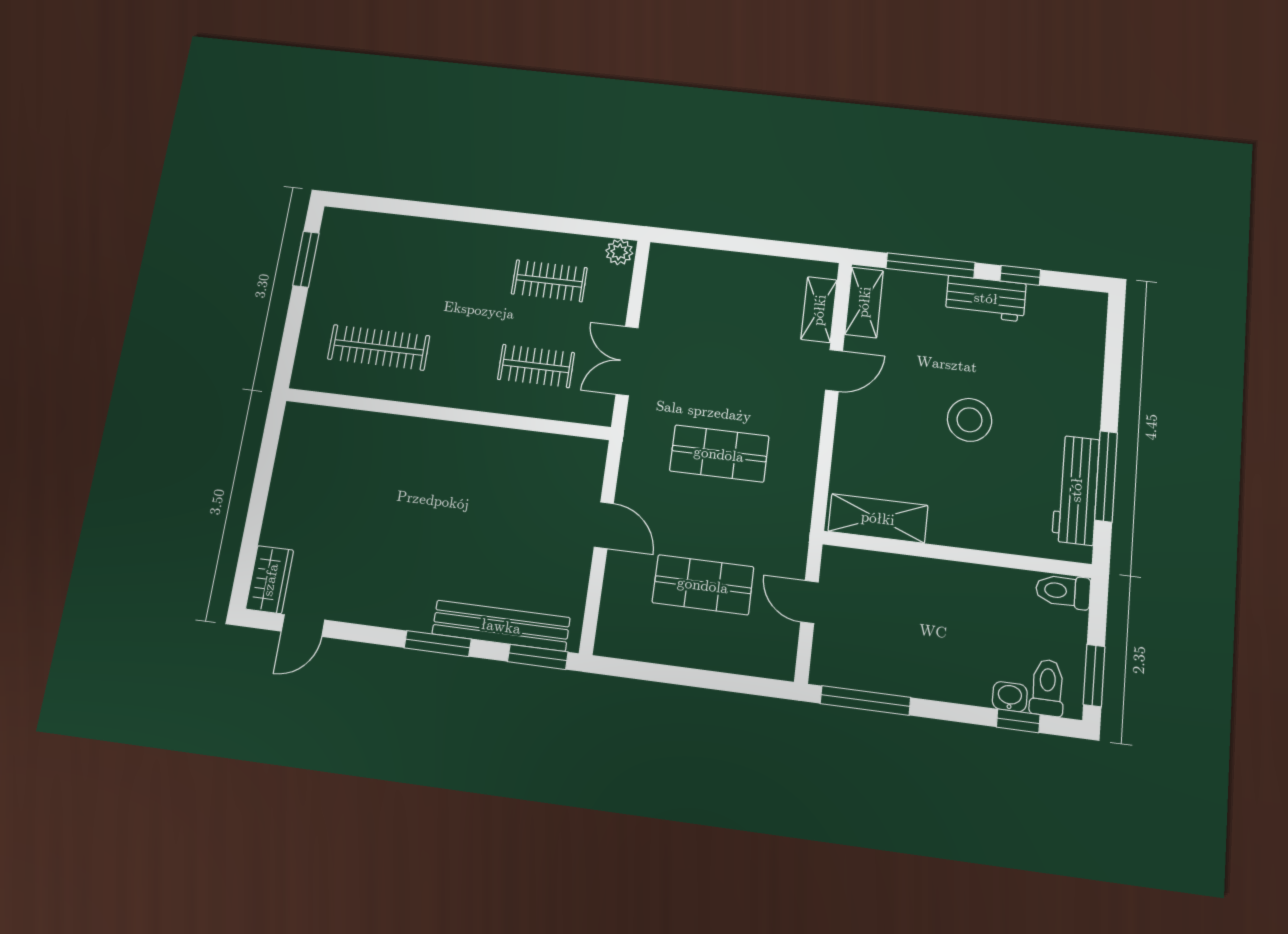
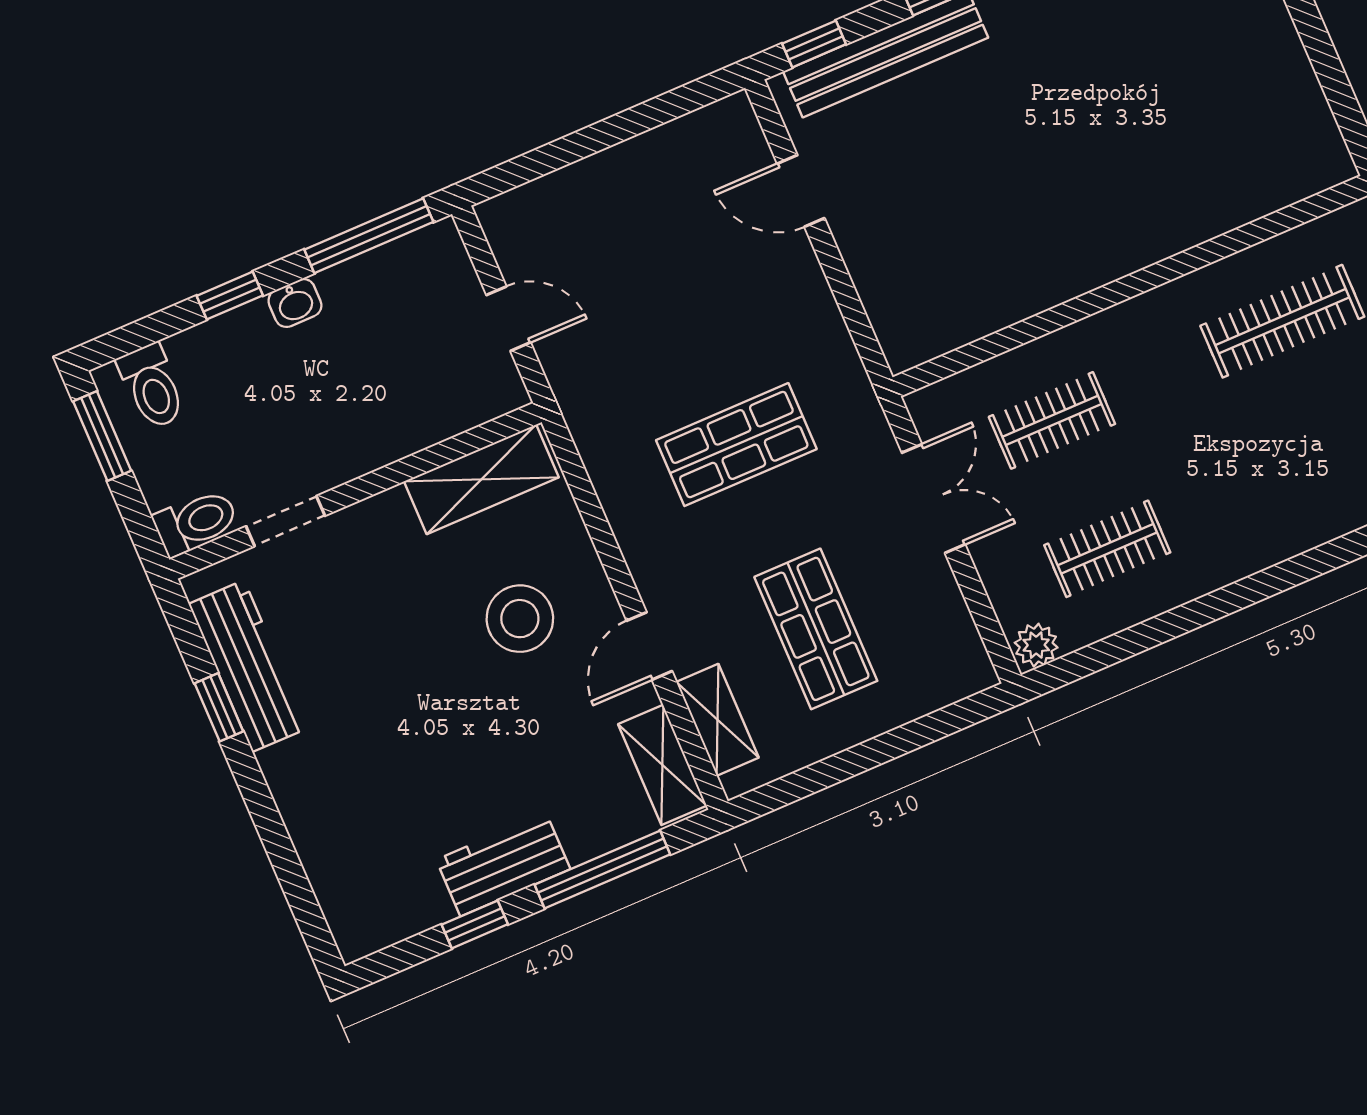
stool: (970, 420) -> (520, 619), moved
window: (1106, 476) -> (219, 707), width x0.46
door: (604, 525) -> (801, 191), moved
doorway: (1008, 561) -> (286, 521), added
shop shelf: (703, 585) -> (816, 629), moved, turned 90
window: (538, 657) -> (814, 44), width x0.67
washbasin: (1010, 697) -> (295, 303), moved
window: (1018, 721) -> (230, 296), moved

